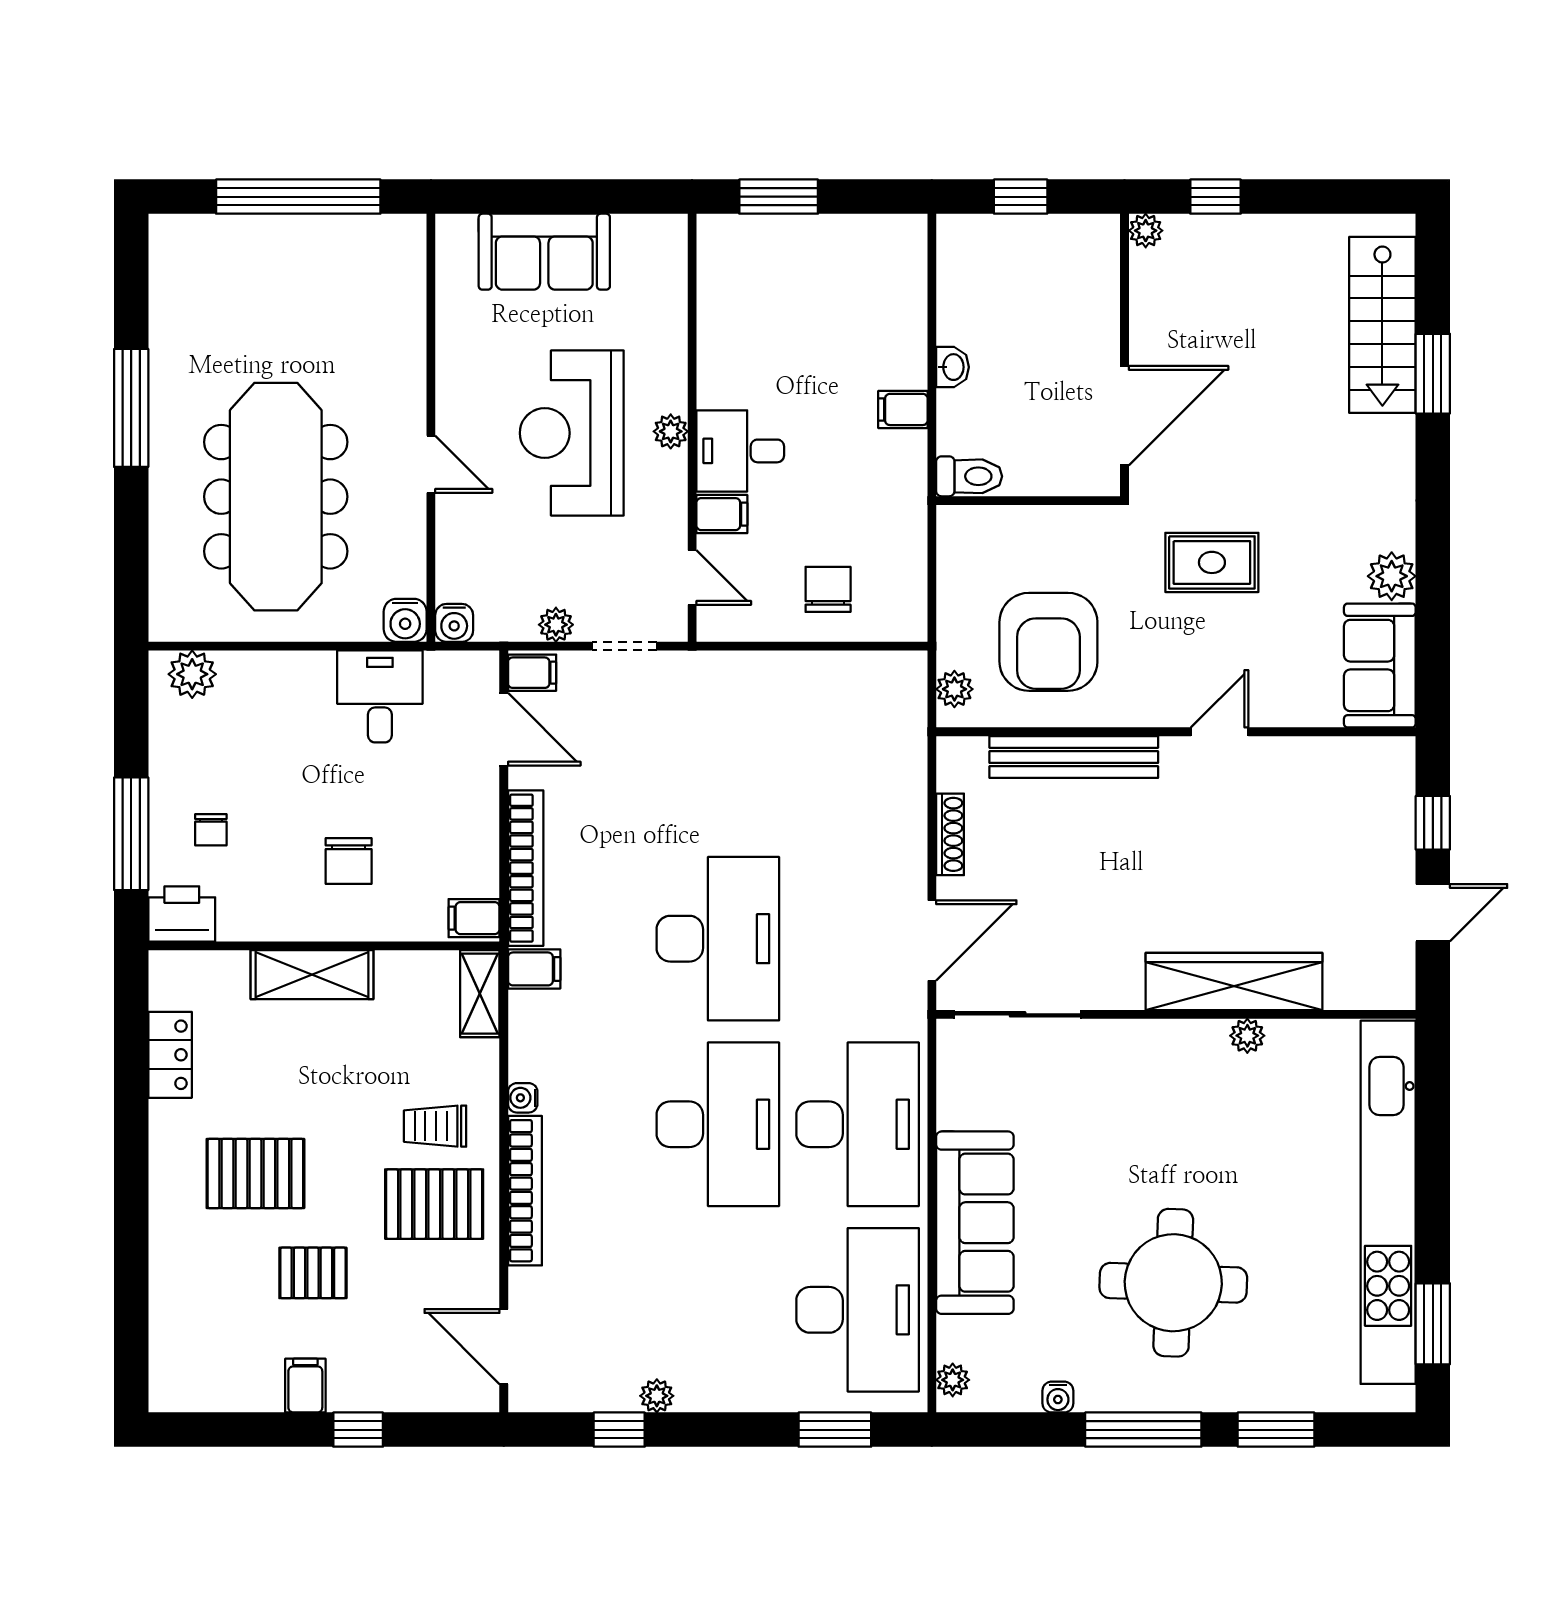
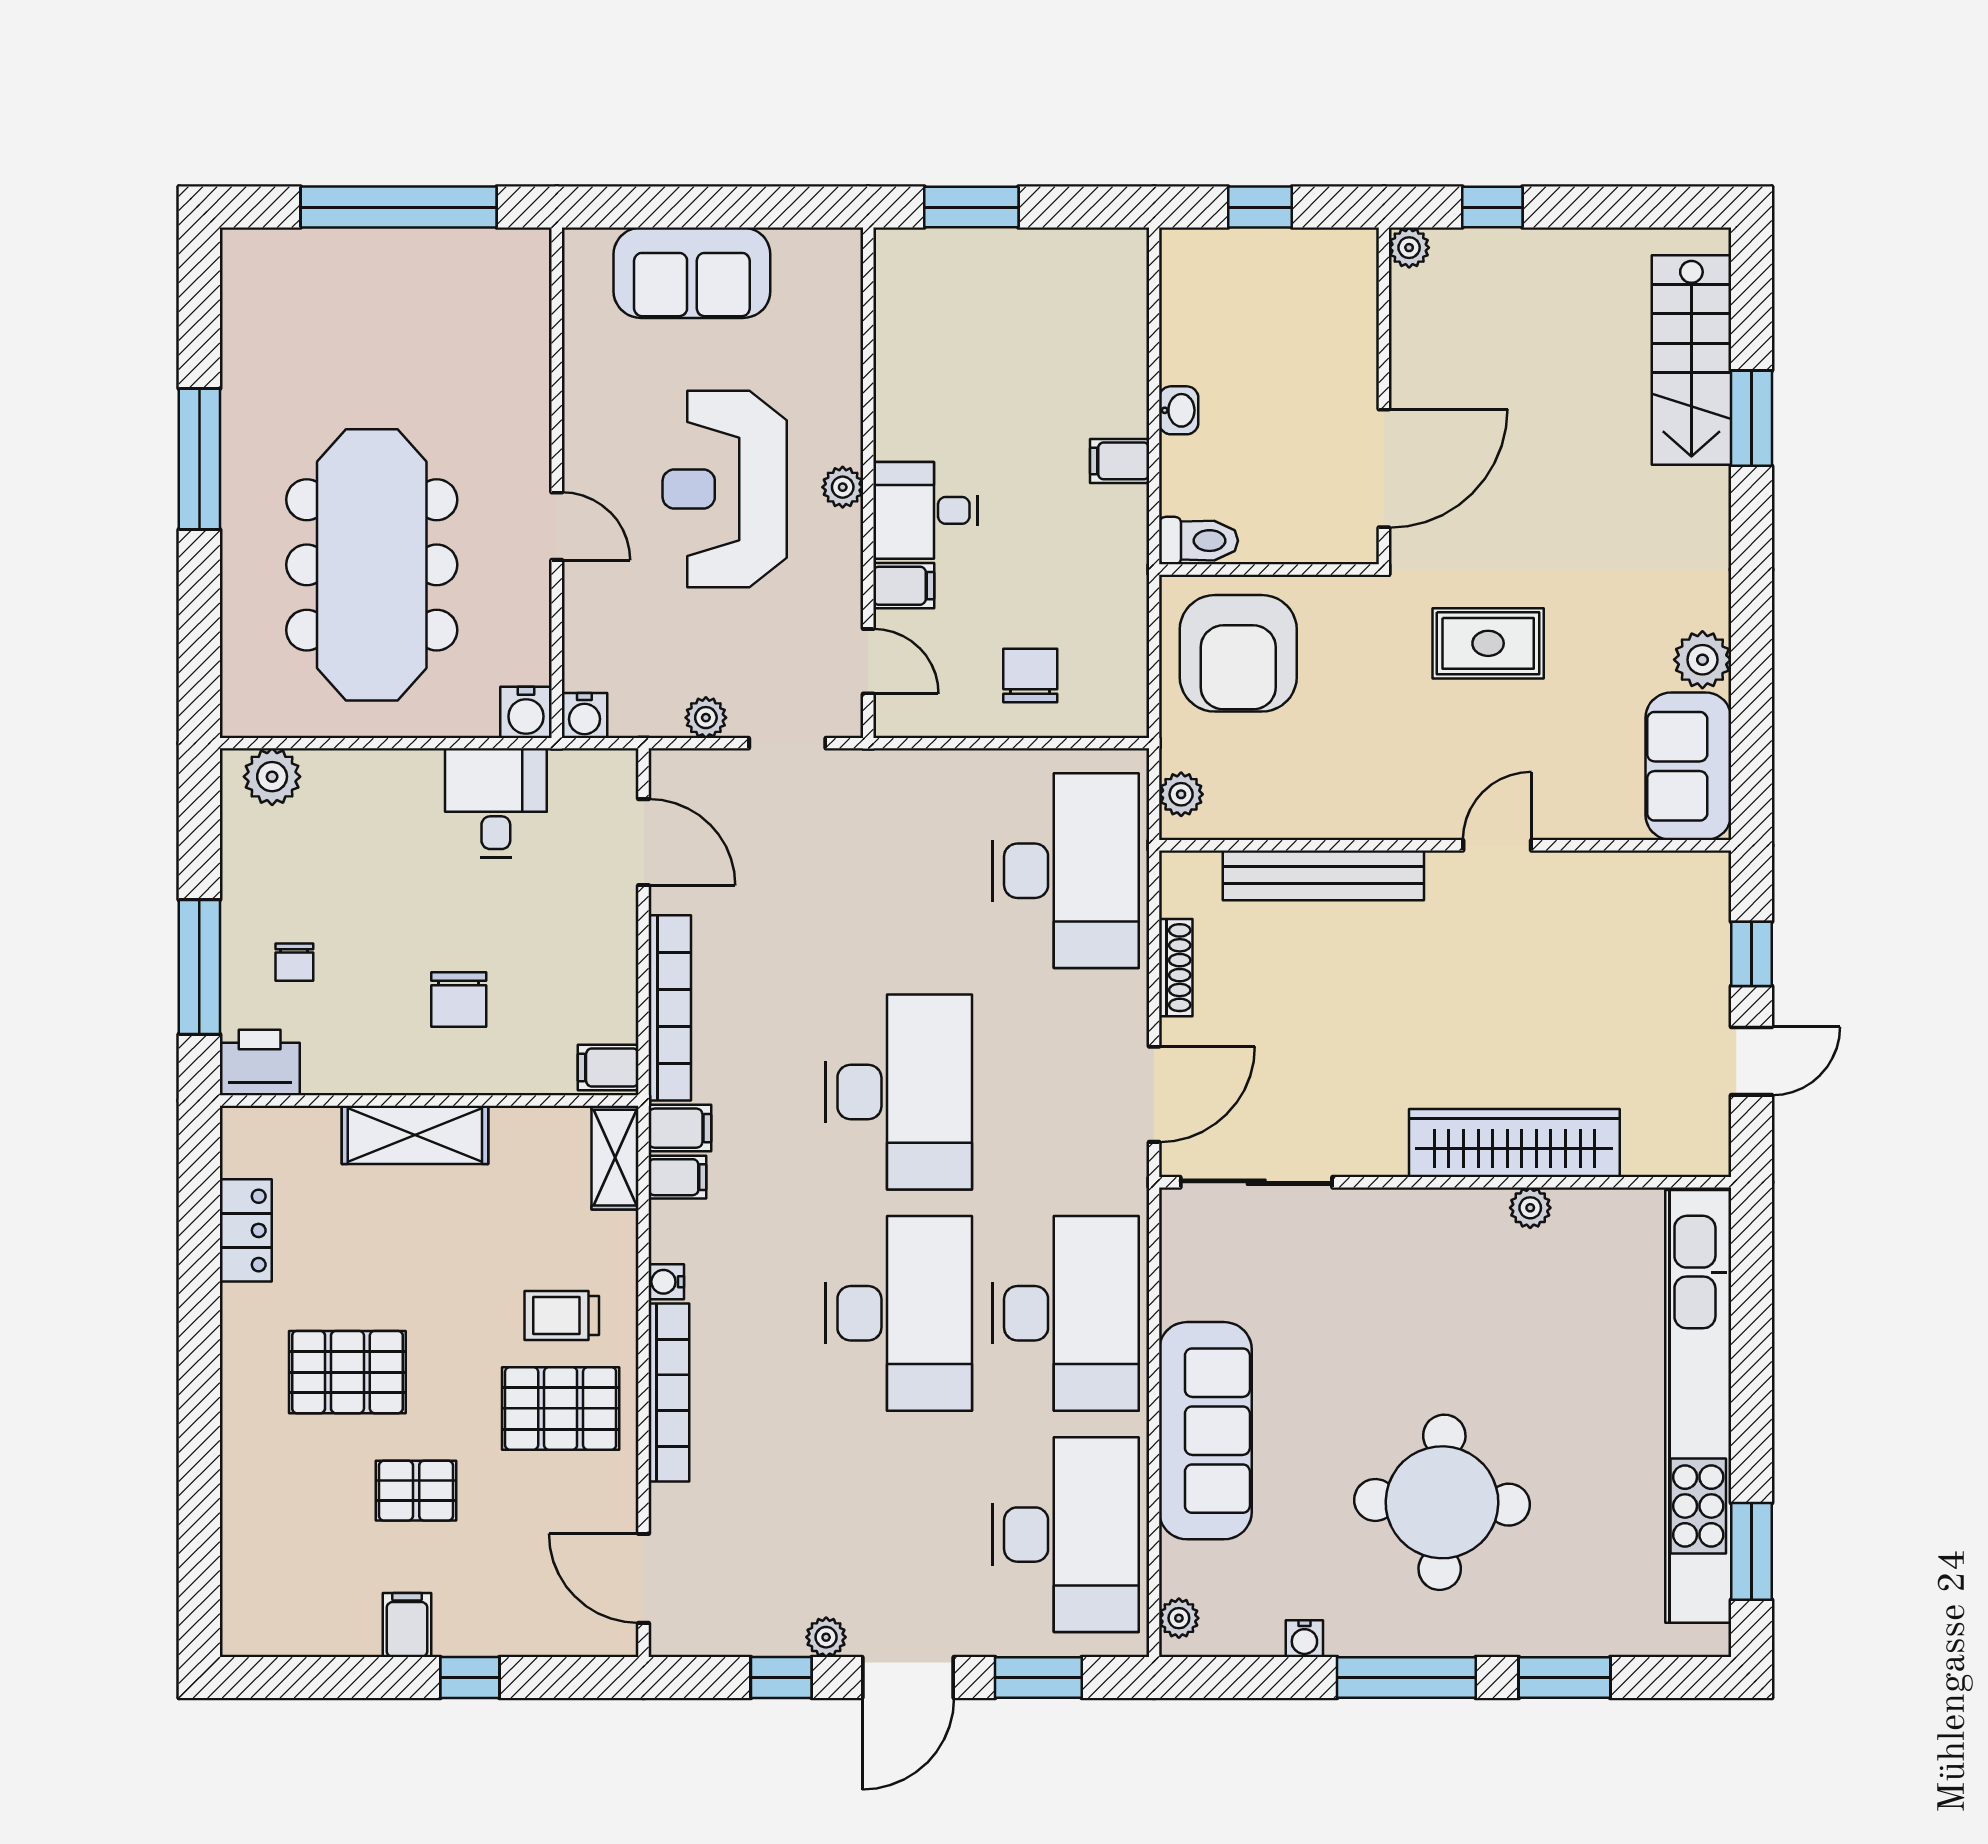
armchair: (1048, 642) -> (1238, 653), moved
filing cabinet: (532, 673) -> (677, 1177), moved
desk: (858, 753) -> (1065, 871), added
door: (725, 1430) -> (908, 1677), added

